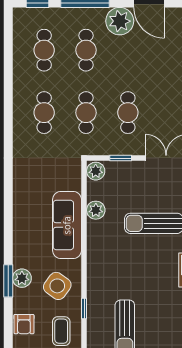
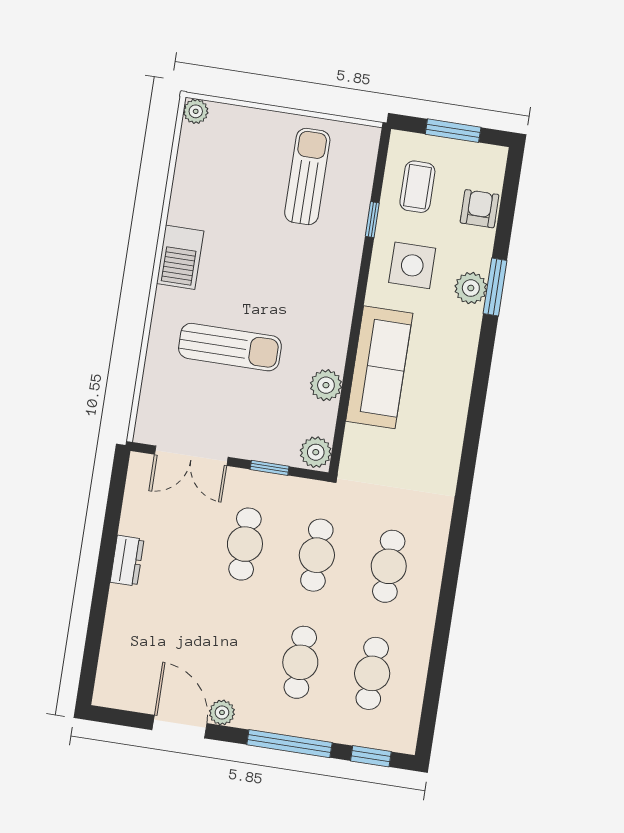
plant: (120, 21) -> (222, 712), width x0.53, depth x0.53
side table: (57, 286) -> (412, 265), turned -36

